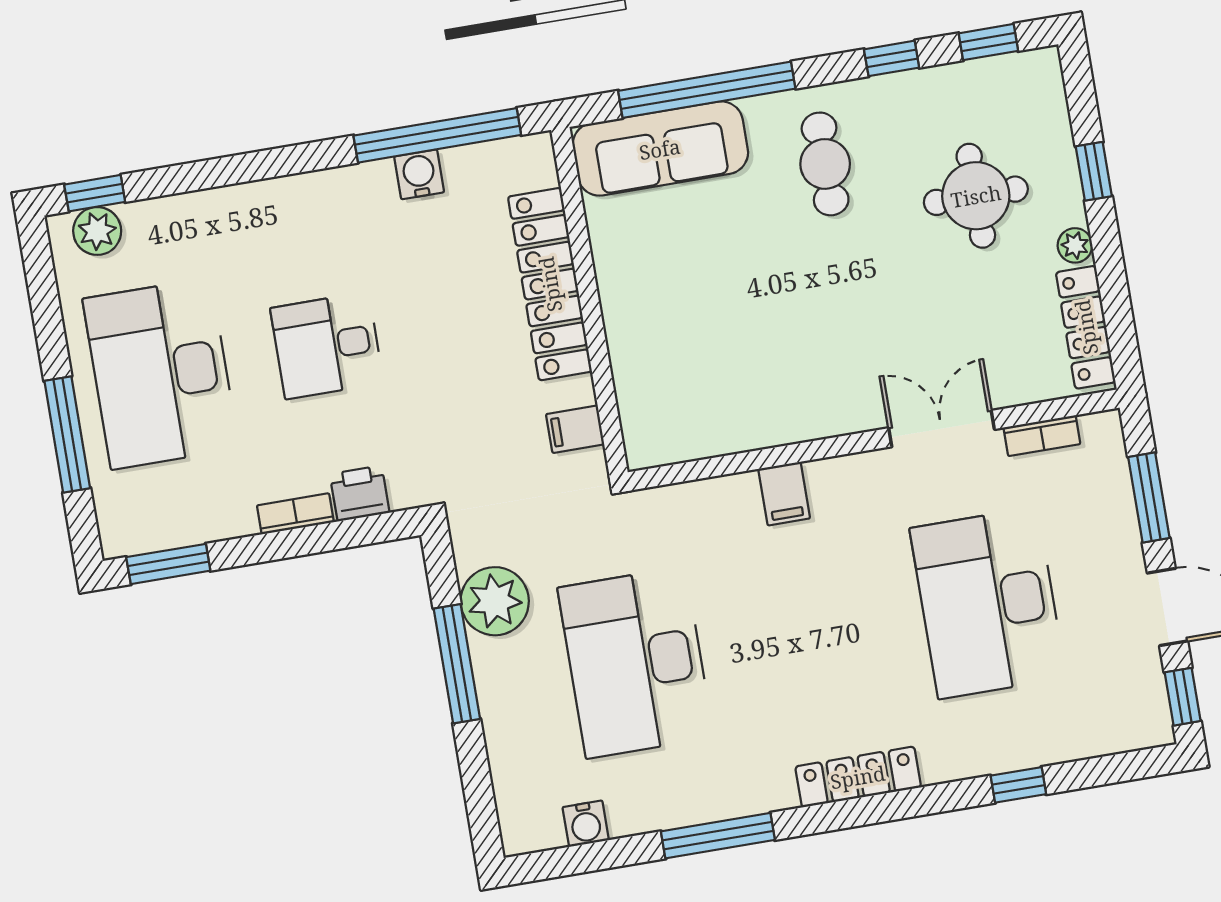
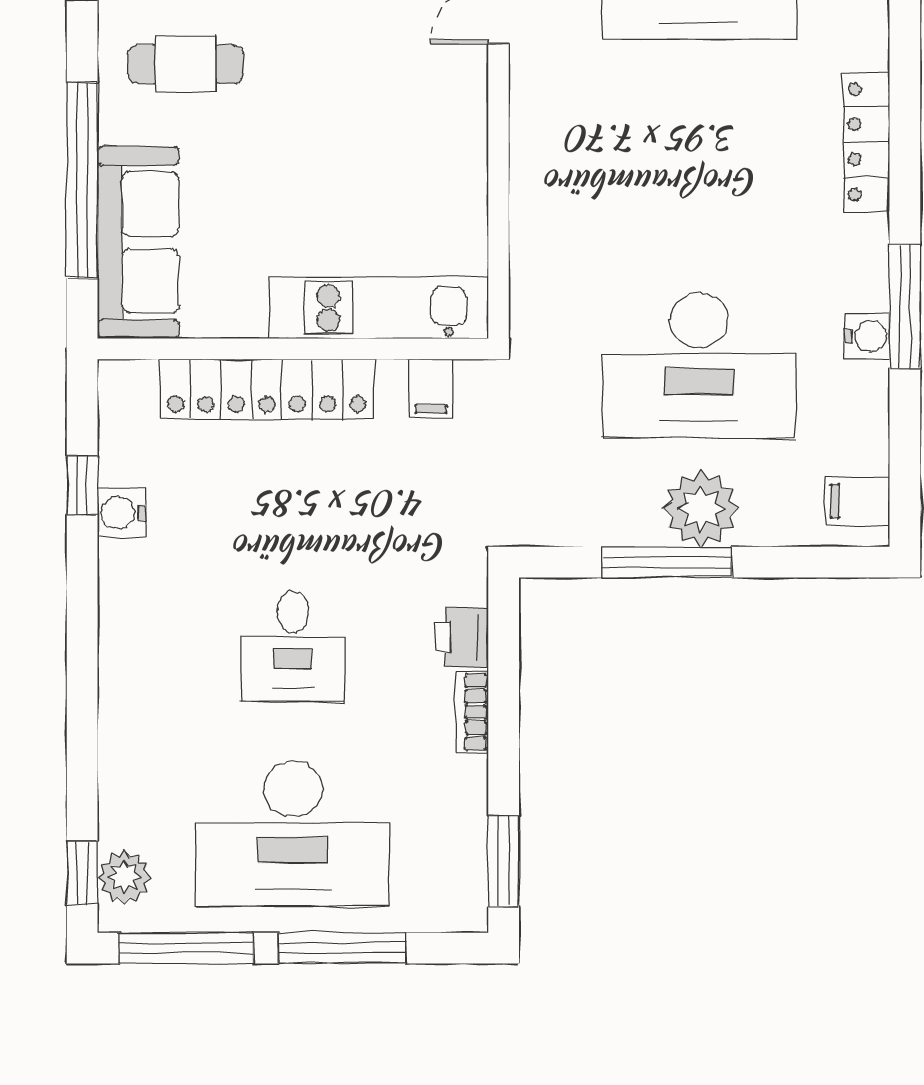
window: (437, 135) -> (82, 485), width x0.32
window: (44, 296) -> (186, 948), added
kitchen unit: (639, 371) -> (379, 308), added
filing cabinet: (784, 494) -> (857, 501), moved, turned 180
plant: (495, 601) -> (701, 509), moved
water cooler: (586, 824) -> (867, 336), moved

